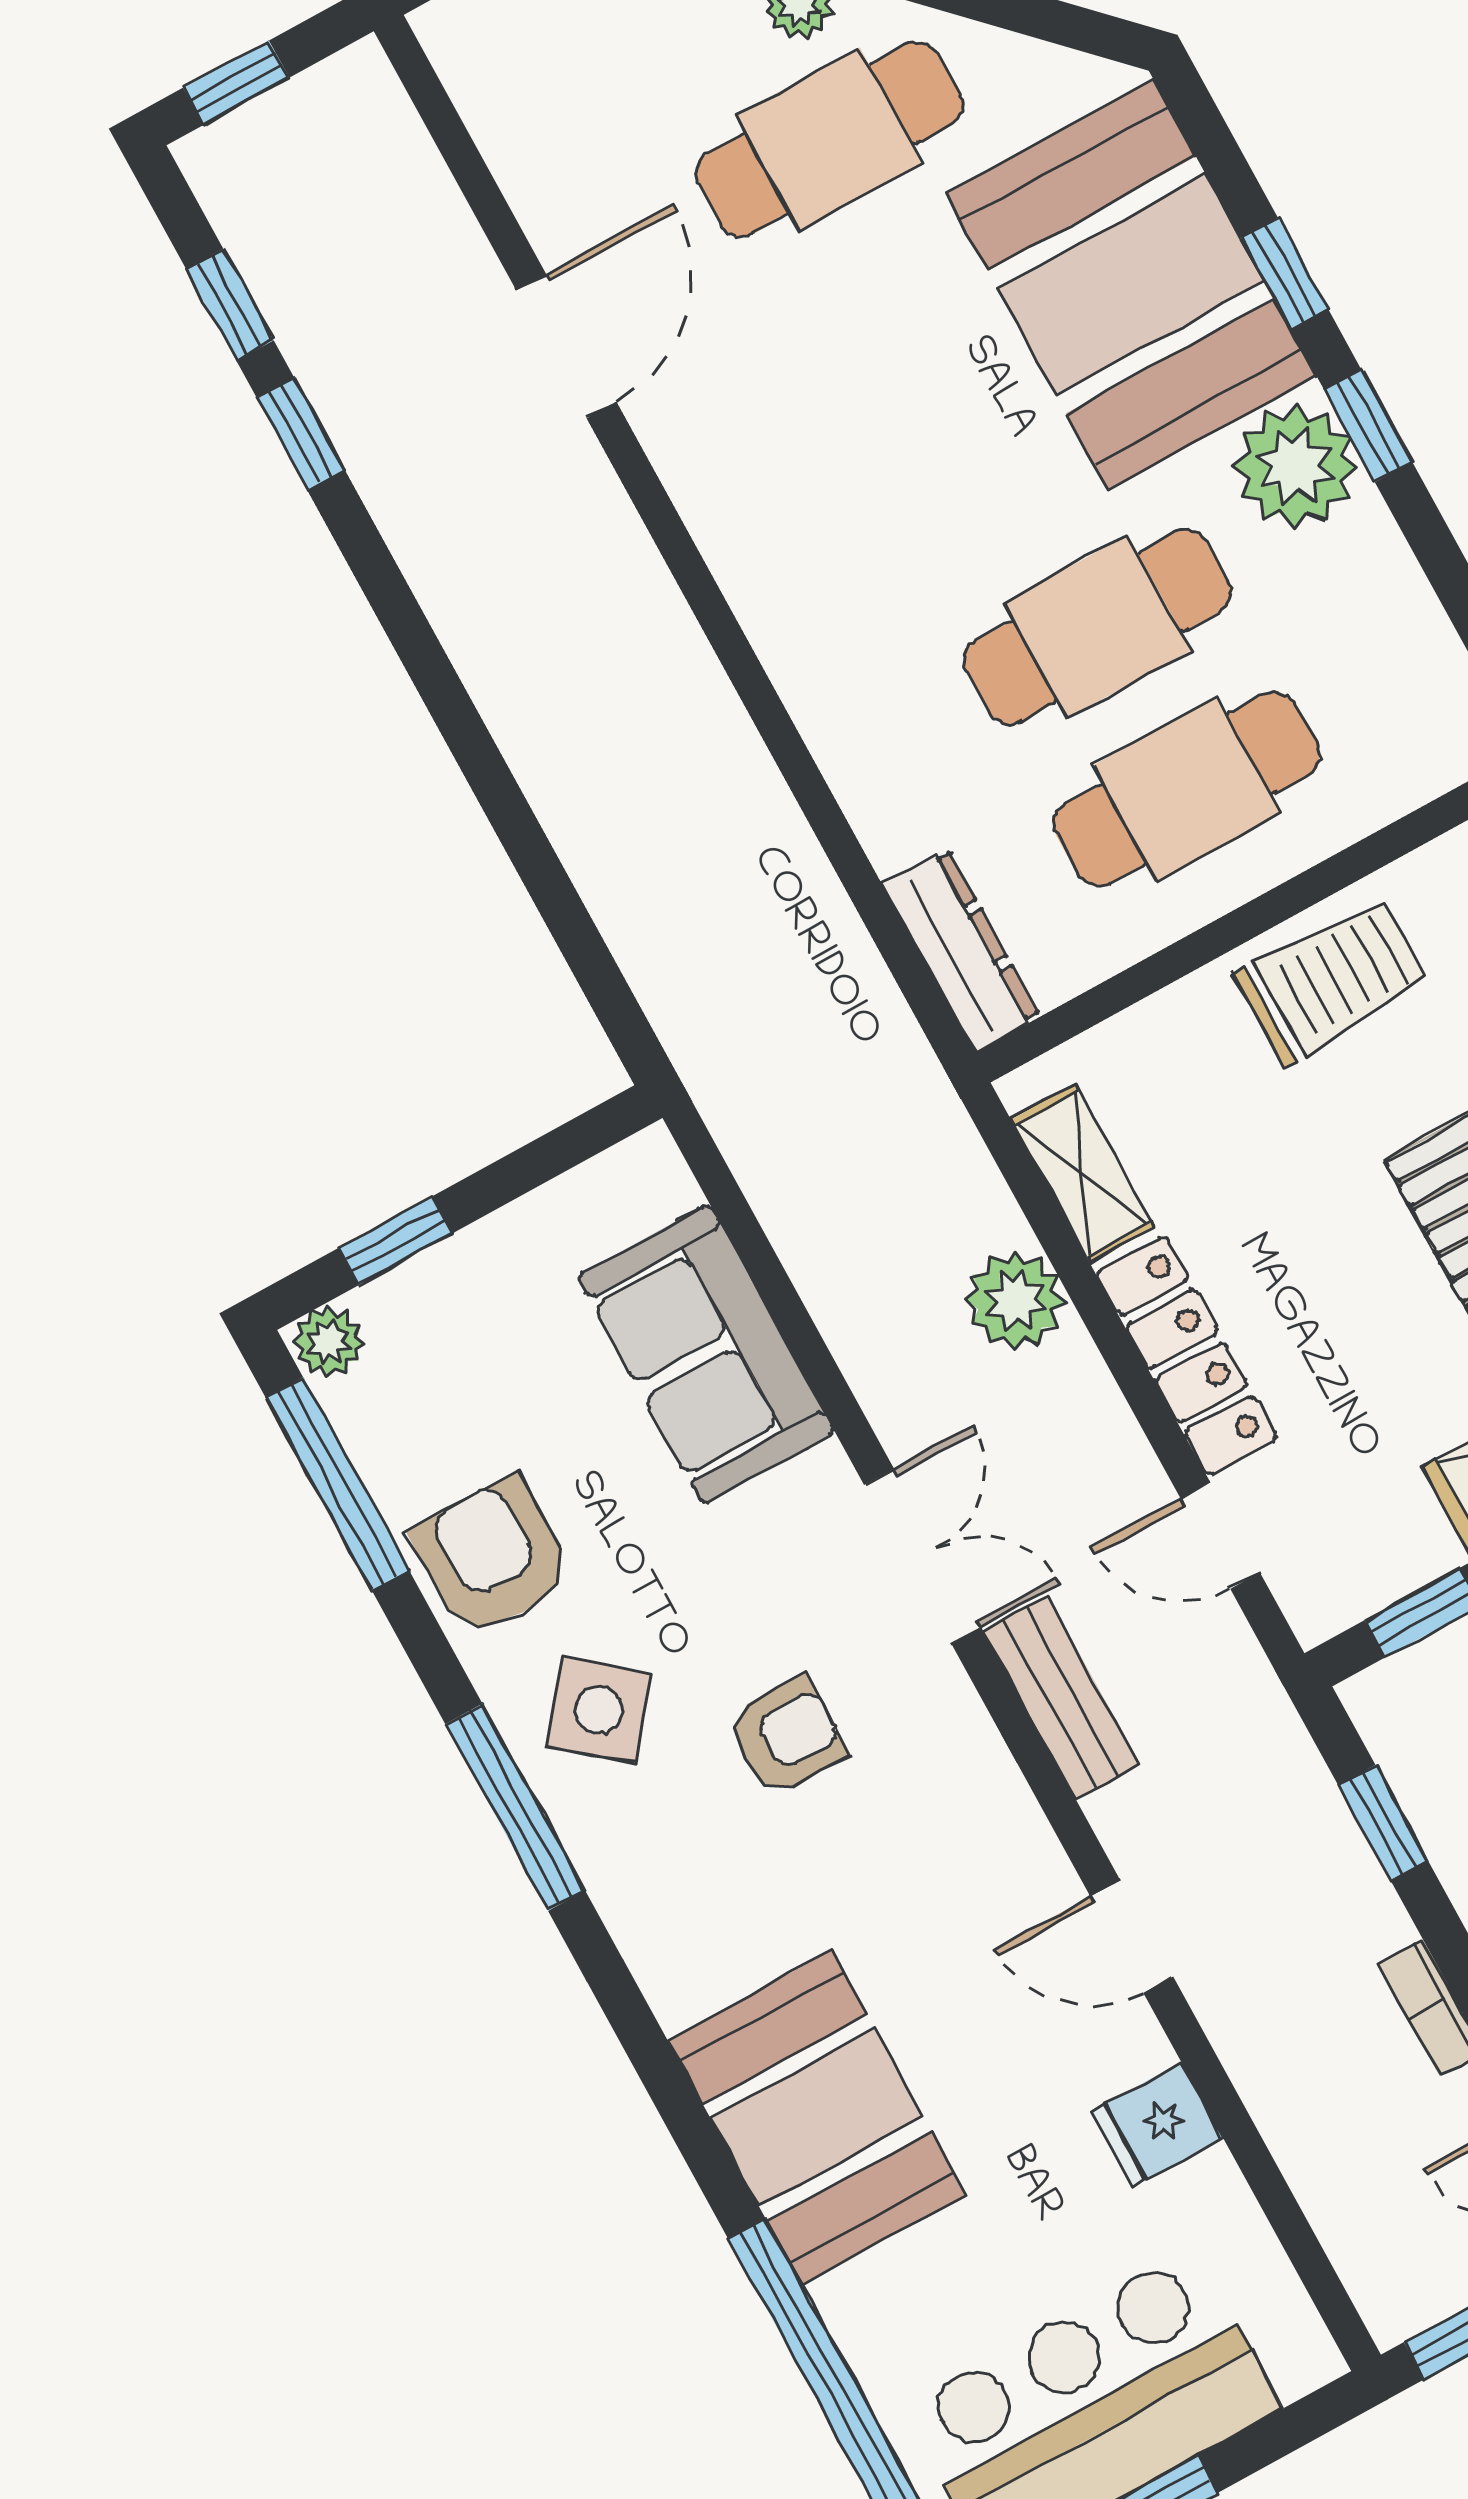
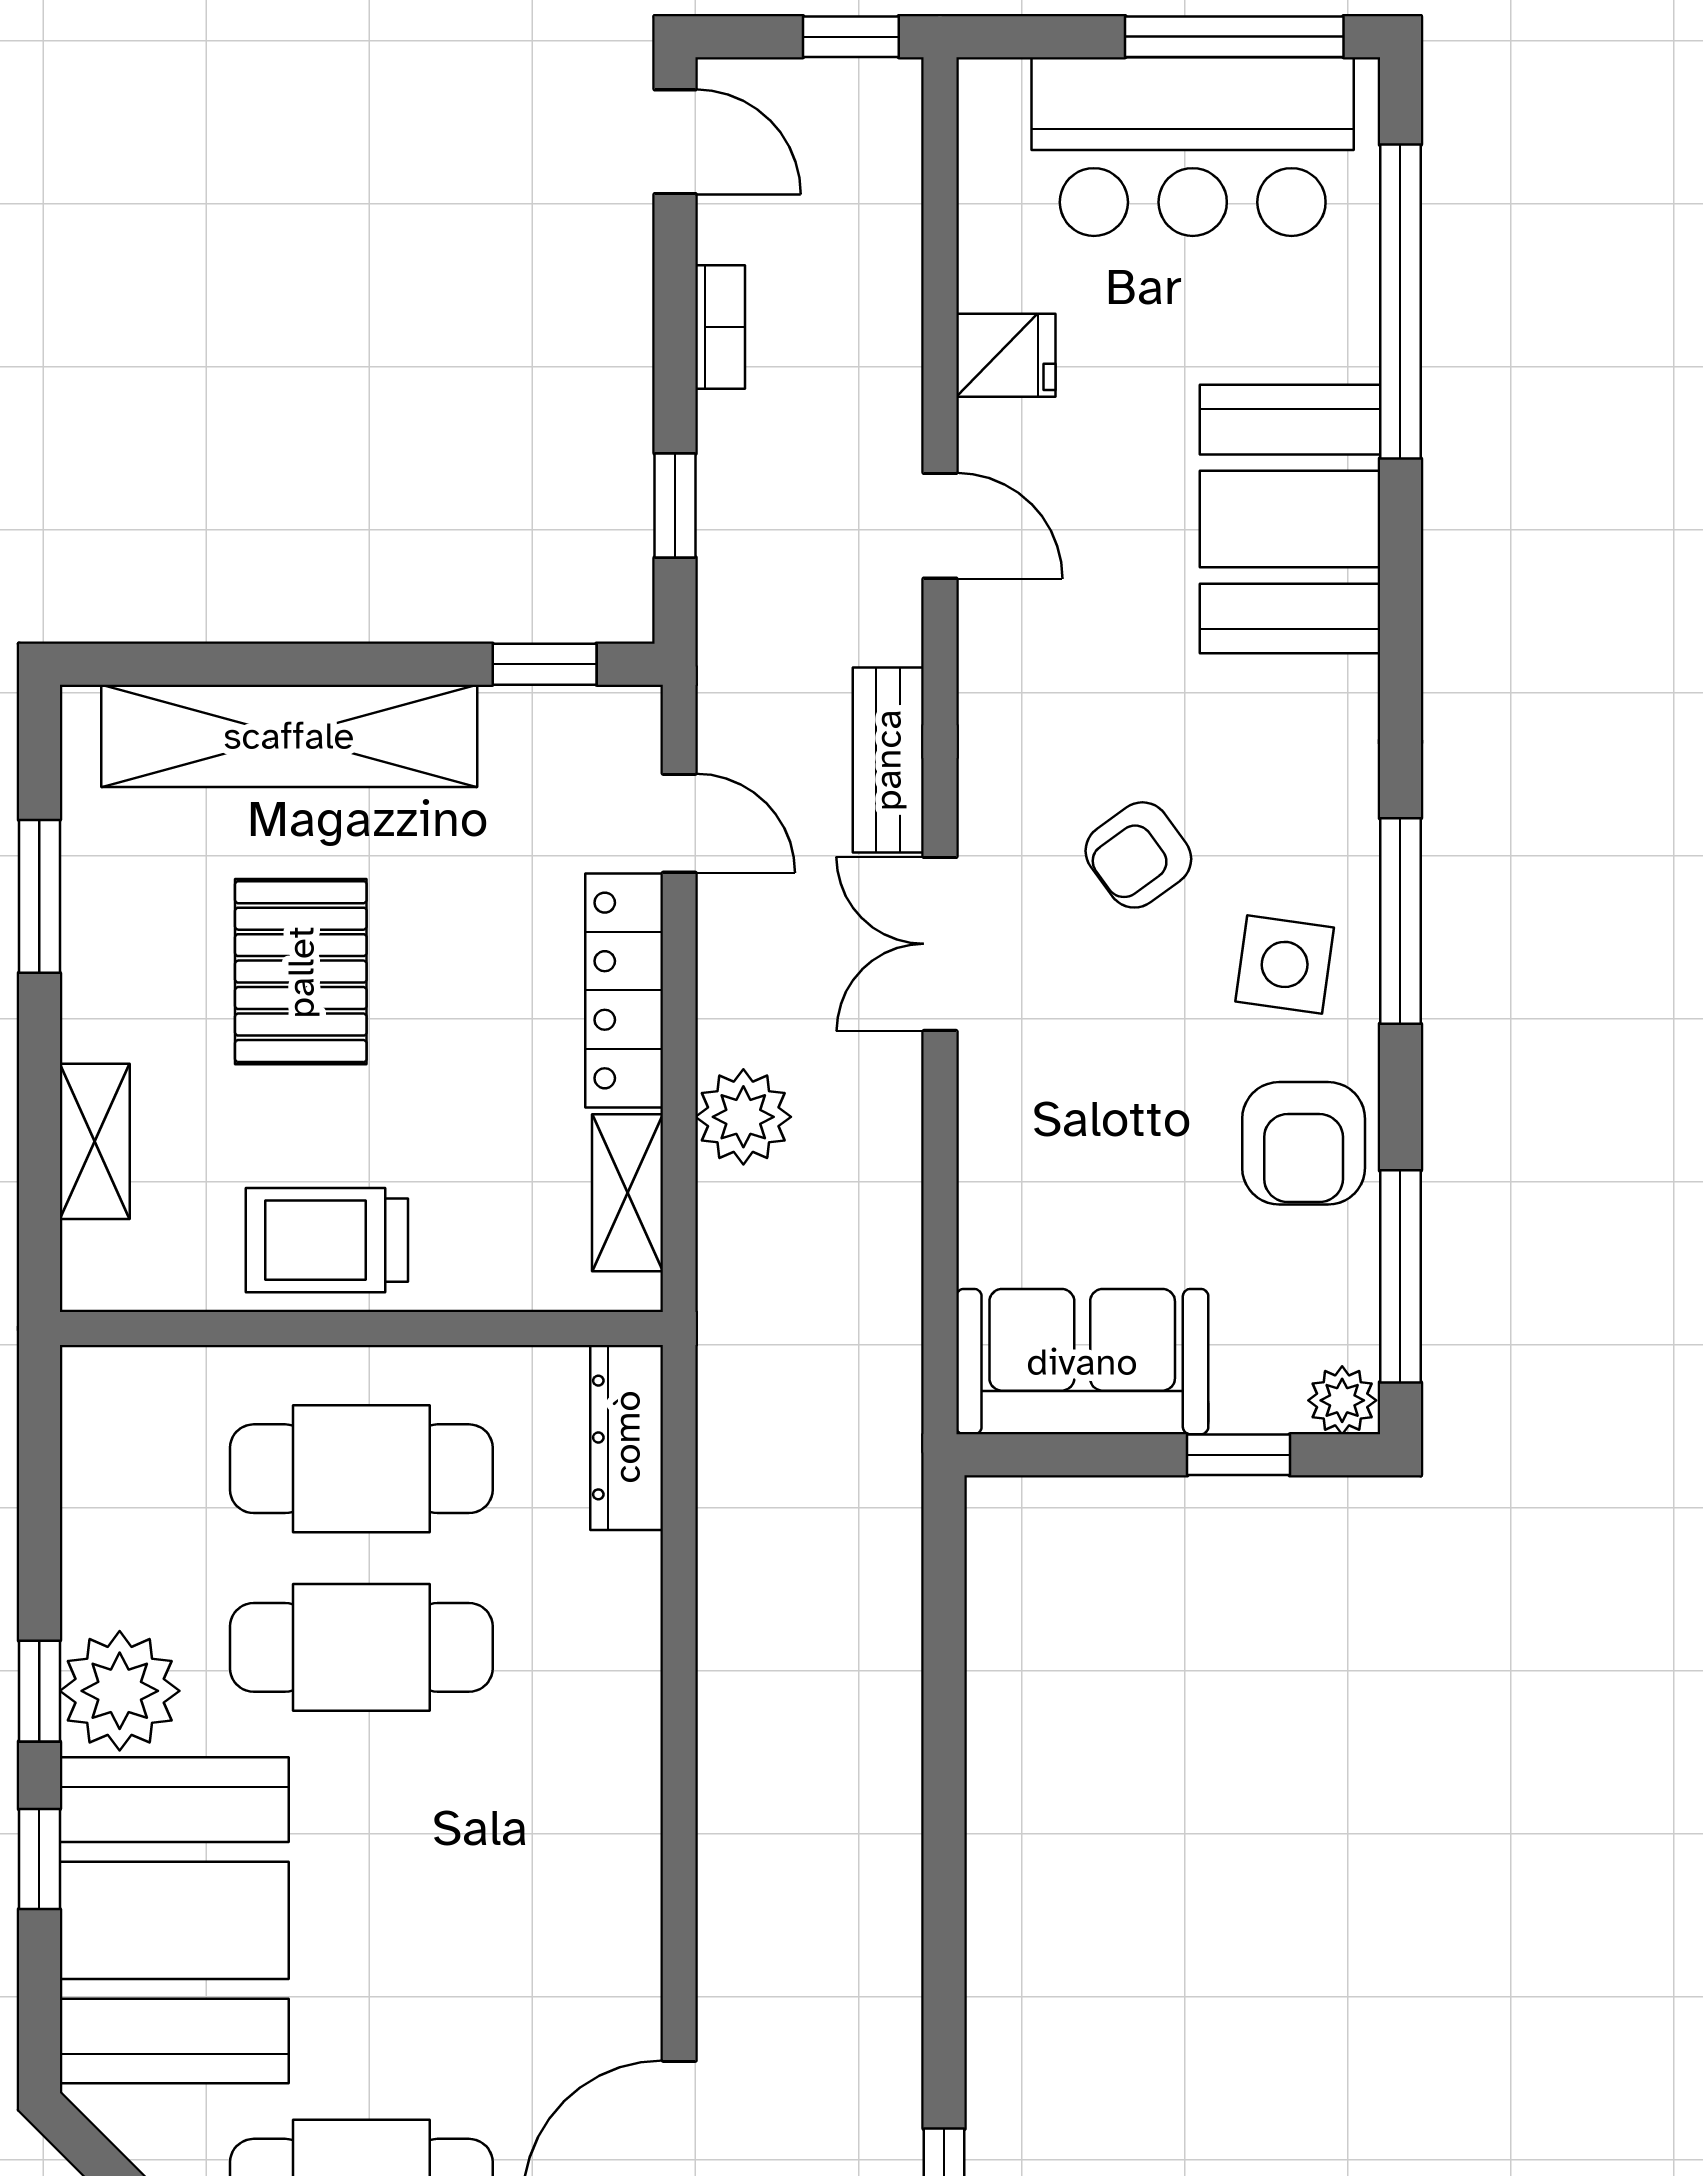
sofa: (706, 1354) -> (1082, 1362), moved, turned -90
side table: (599, 1710) -> (1285, 964), turned -31
armchair: (787, 1736) -> (1138, 855), turned -36

